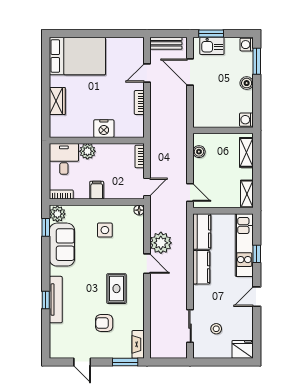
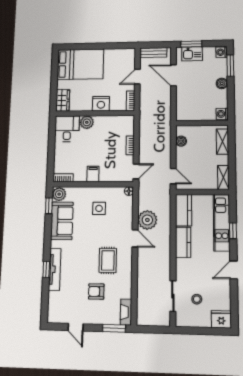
nightstand: (104, 129) -> (101, 104), moved
wall: (97, 140) -> (95, 113), moved
plant: (87, 151) -> (87, 122), moved
desk: (64, 159) -> (67, 129), moved

